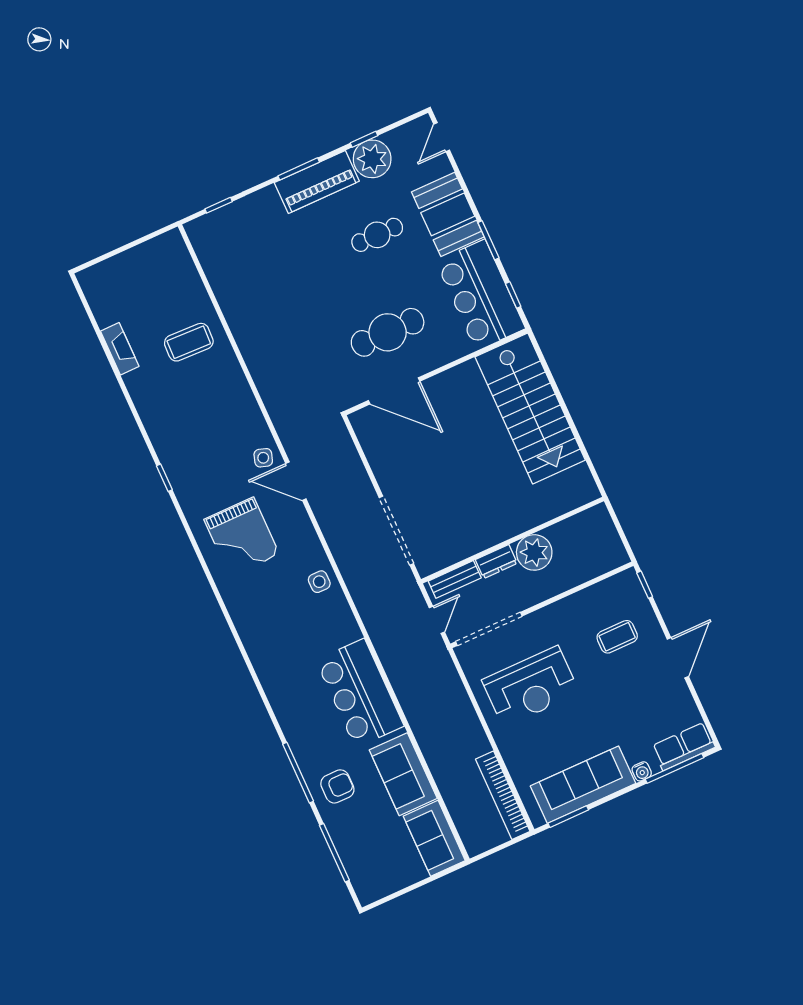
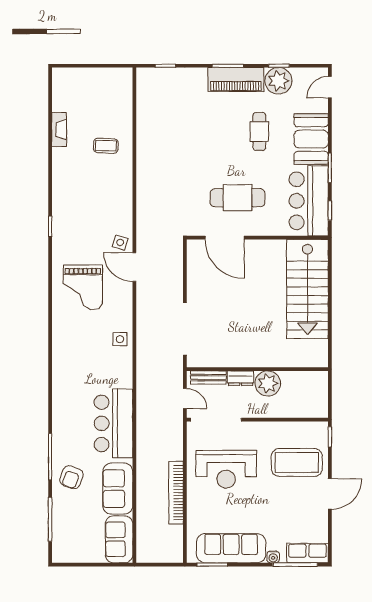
cafe table: (377, 235) -> (259, 132), turned 90
coffee table: (189, 342) -> (106, 146), width x0.73, depth x0.77
door: (437, 620) -> (185, 399), hinge flipped
coffee table: (617, 637) -> (297, 462), width x1.86, depth x1.72
armchair: (337, 786) -> (72, 477), turned 111
bookcase: (503, 795) -> (176, 493), moved

